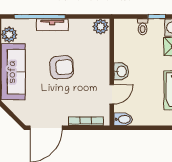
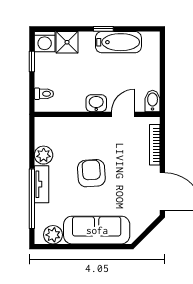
plant: (101, 27) -> (44, 155), moved
toilet: (143, 27) -> (44, 94), moved
door: (112, 94) -> (123, 114), hinge flipped

